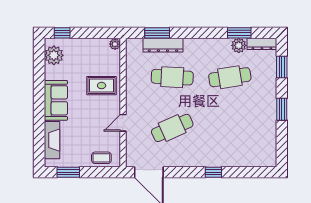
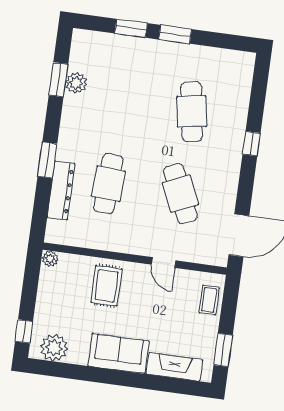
window: (157, 33) -> (47, 160), moved
dresser: (262, 44) -> (78, 50), removed
window: (282, 67) -> (131, 28), moved
cafe table: (230, 77) -> (192, 112), moved

